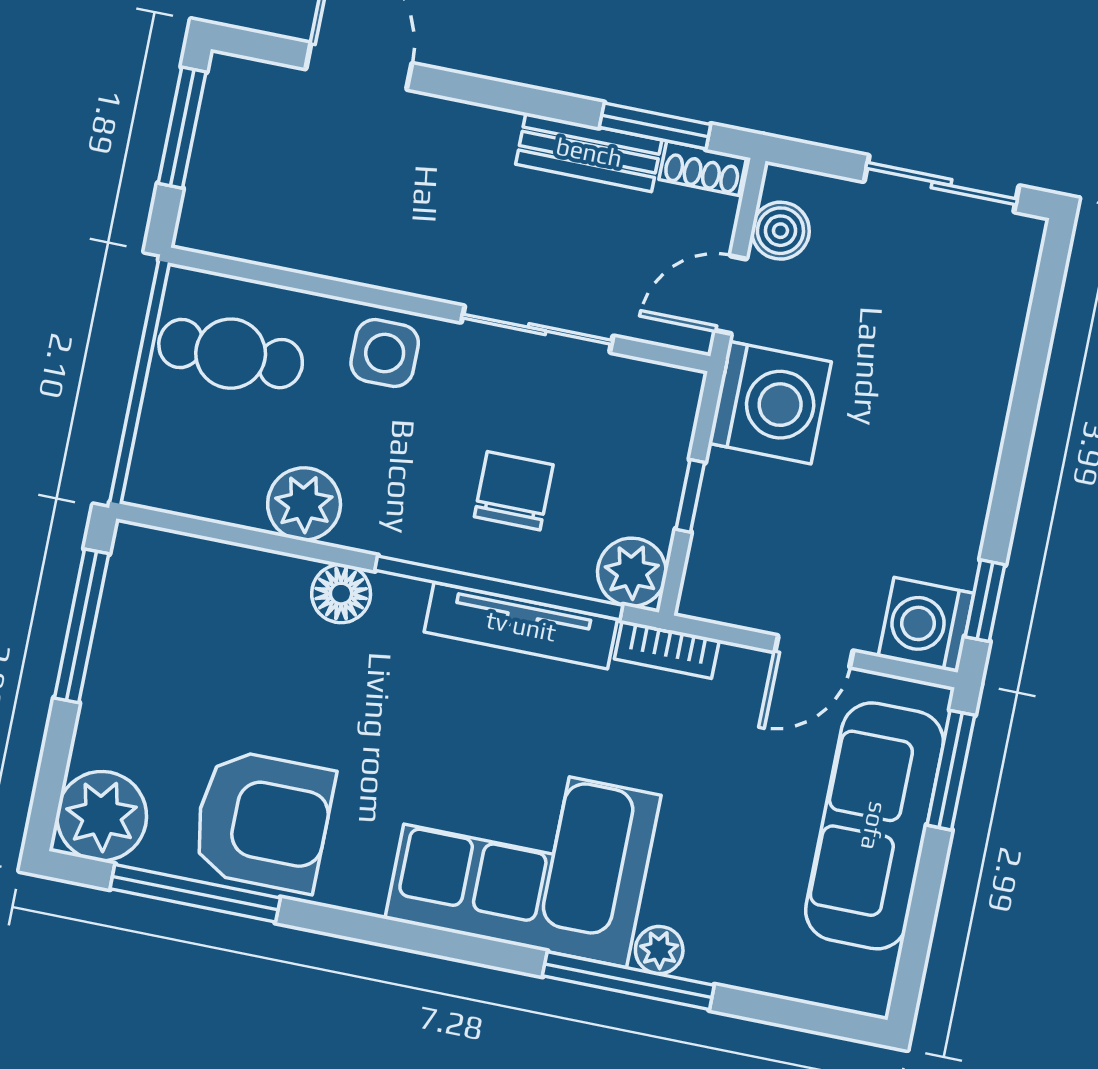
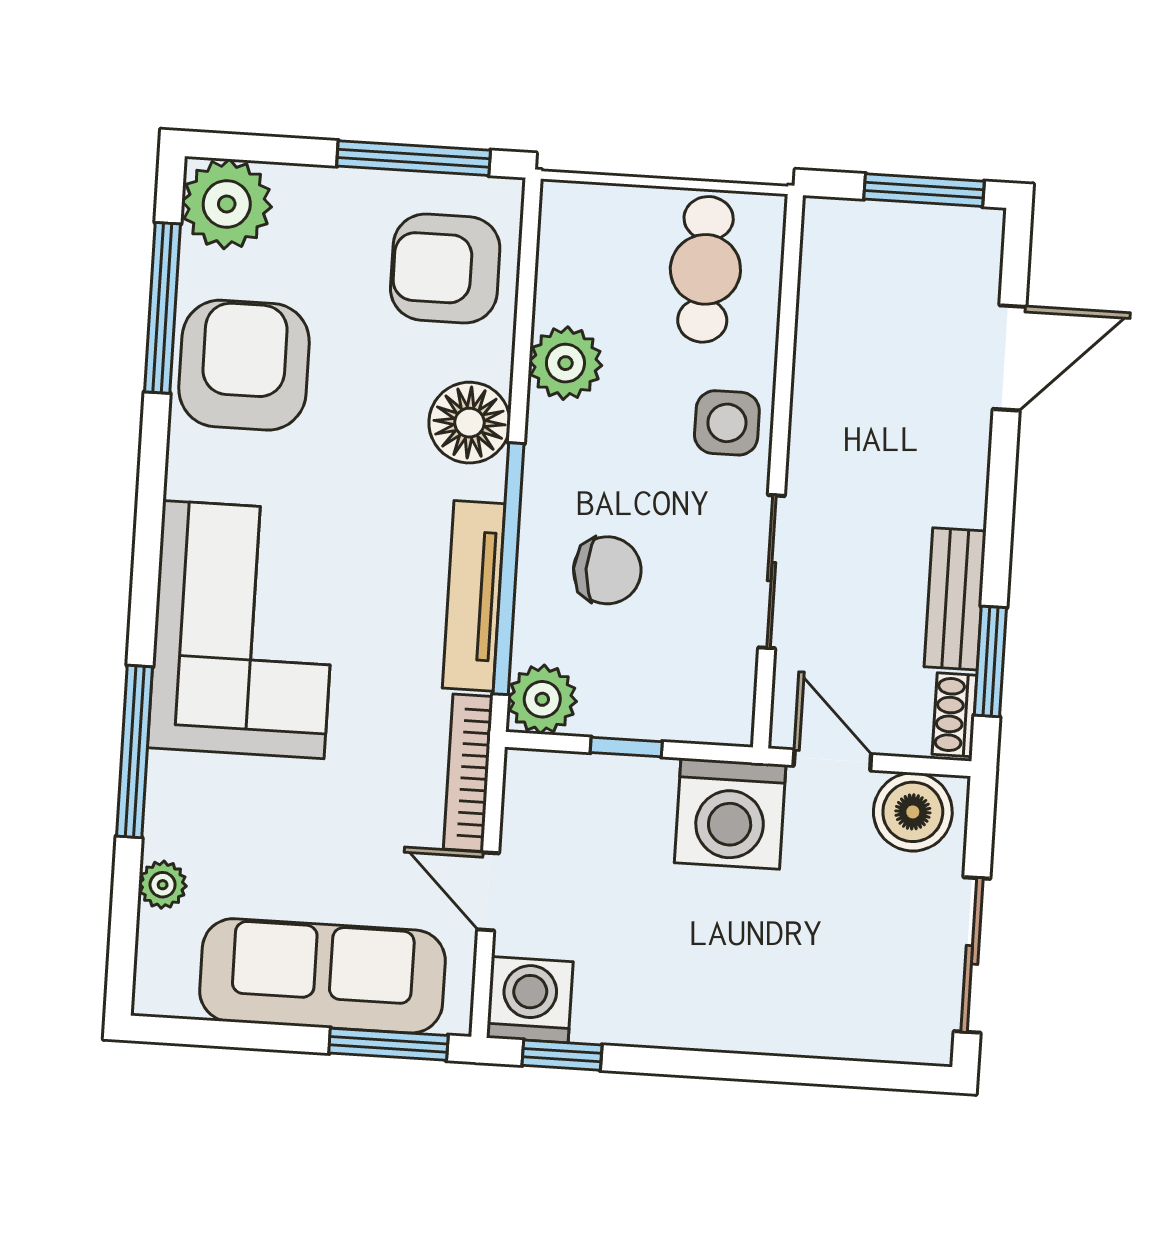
boiler: (780, 231) -> (913, 812), width x1.36, depth x1.36
floor lamp: (341, 594) -> (469, 423), width x1.38, depth x1.38
armchair: (195, 610) -> (445, 268), added
bookcase: (667, 650) -> (468, 773), width x1.56
armchair: (263, 821) -> (244, 365), turned 180
plant: (659, 950) -> (163, 885), moved

